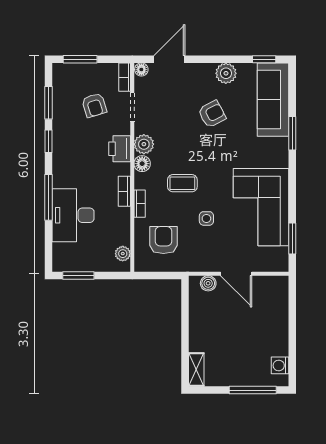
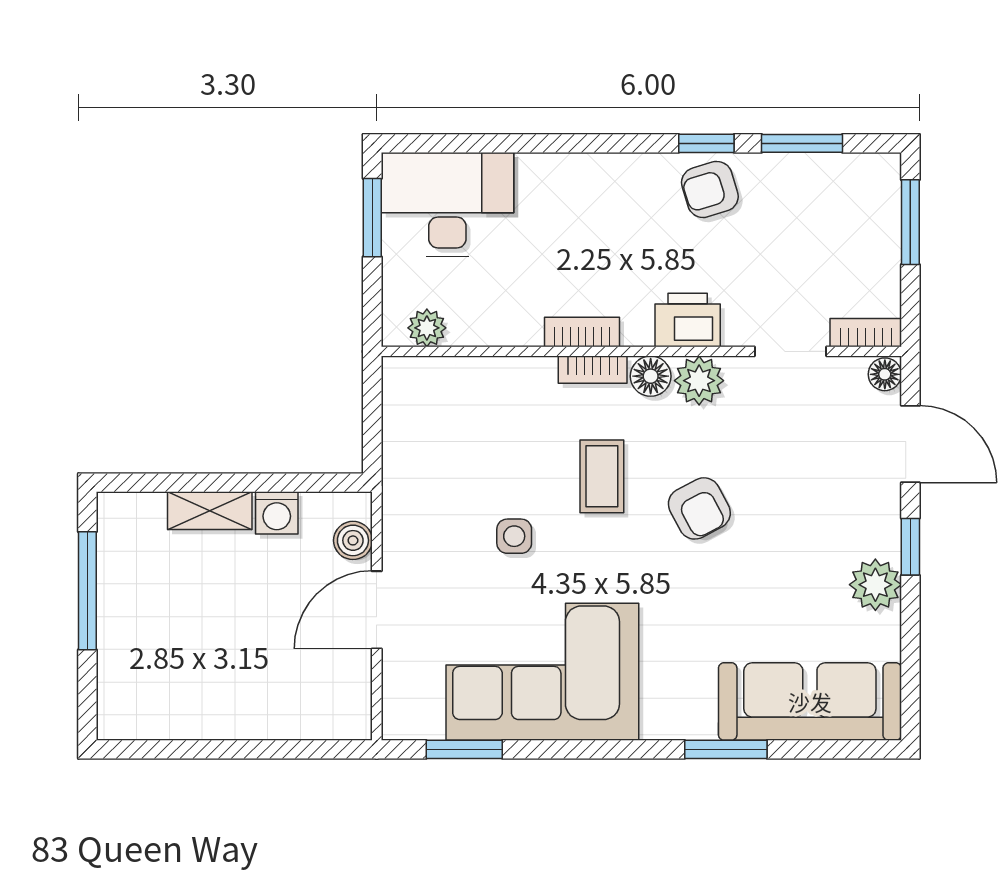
window: (264, 59) -> (910, 547), moved
armchair: (94, 105) -> (710, 189), moved
armchair: (212, 114) -> (699, 508), moved
window: (49, 197) -> (566, 143), removed
bookcase: (140, 204) -> (593, 370), moved
desk: (73, 215) -> (447, 204), moved
armchair: (163, 240) -> (461, 429), removed
washing machine: (280, 365) -> (277, 513), moved, turned 180
shelving: (196, 370) -> (210, 511), moved
window: (253, 390) -> (87, 591), moved

